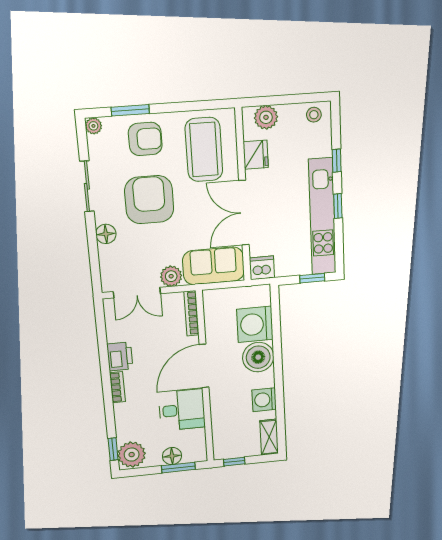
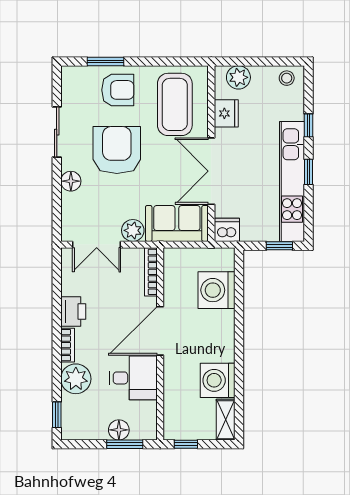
plant: (93, 126) -> (69, 74), removed
boiler: (258, 357) -> (218, 327), removed
washing machine: (264, 400) -> (218, 380), width x1.37, depth x1.37
plant: (132, 455) -> (76, 379), moved

